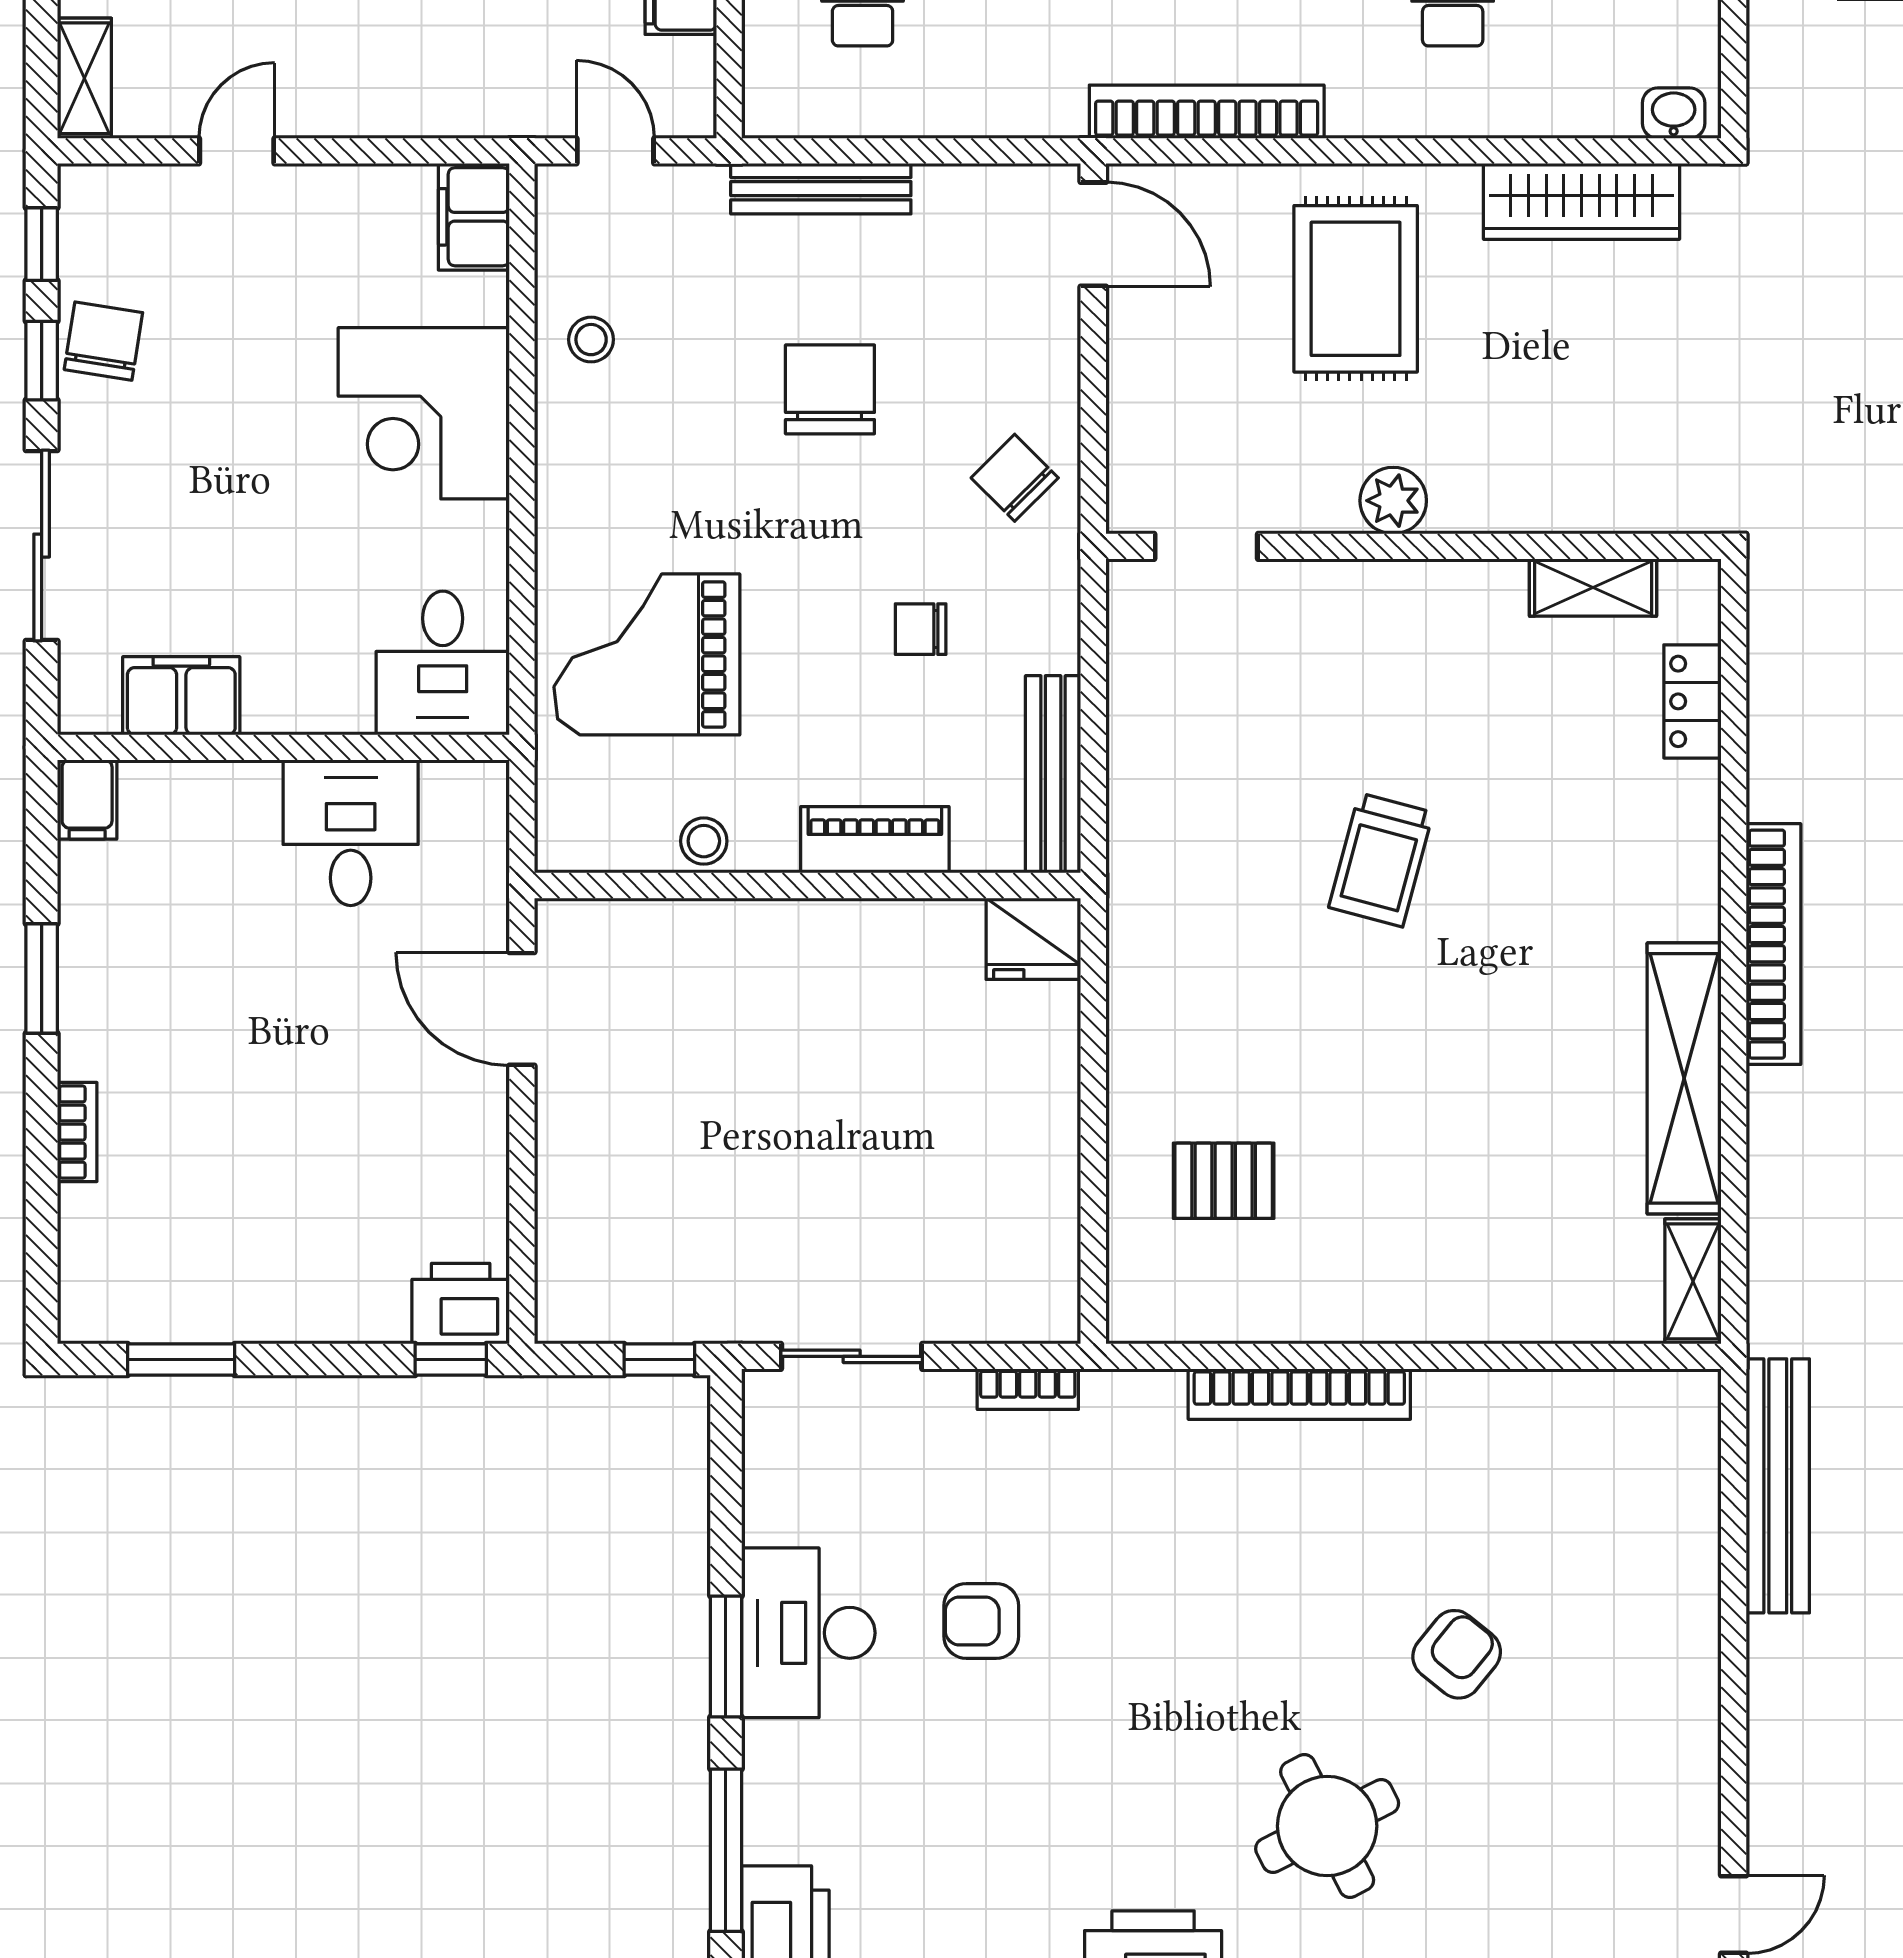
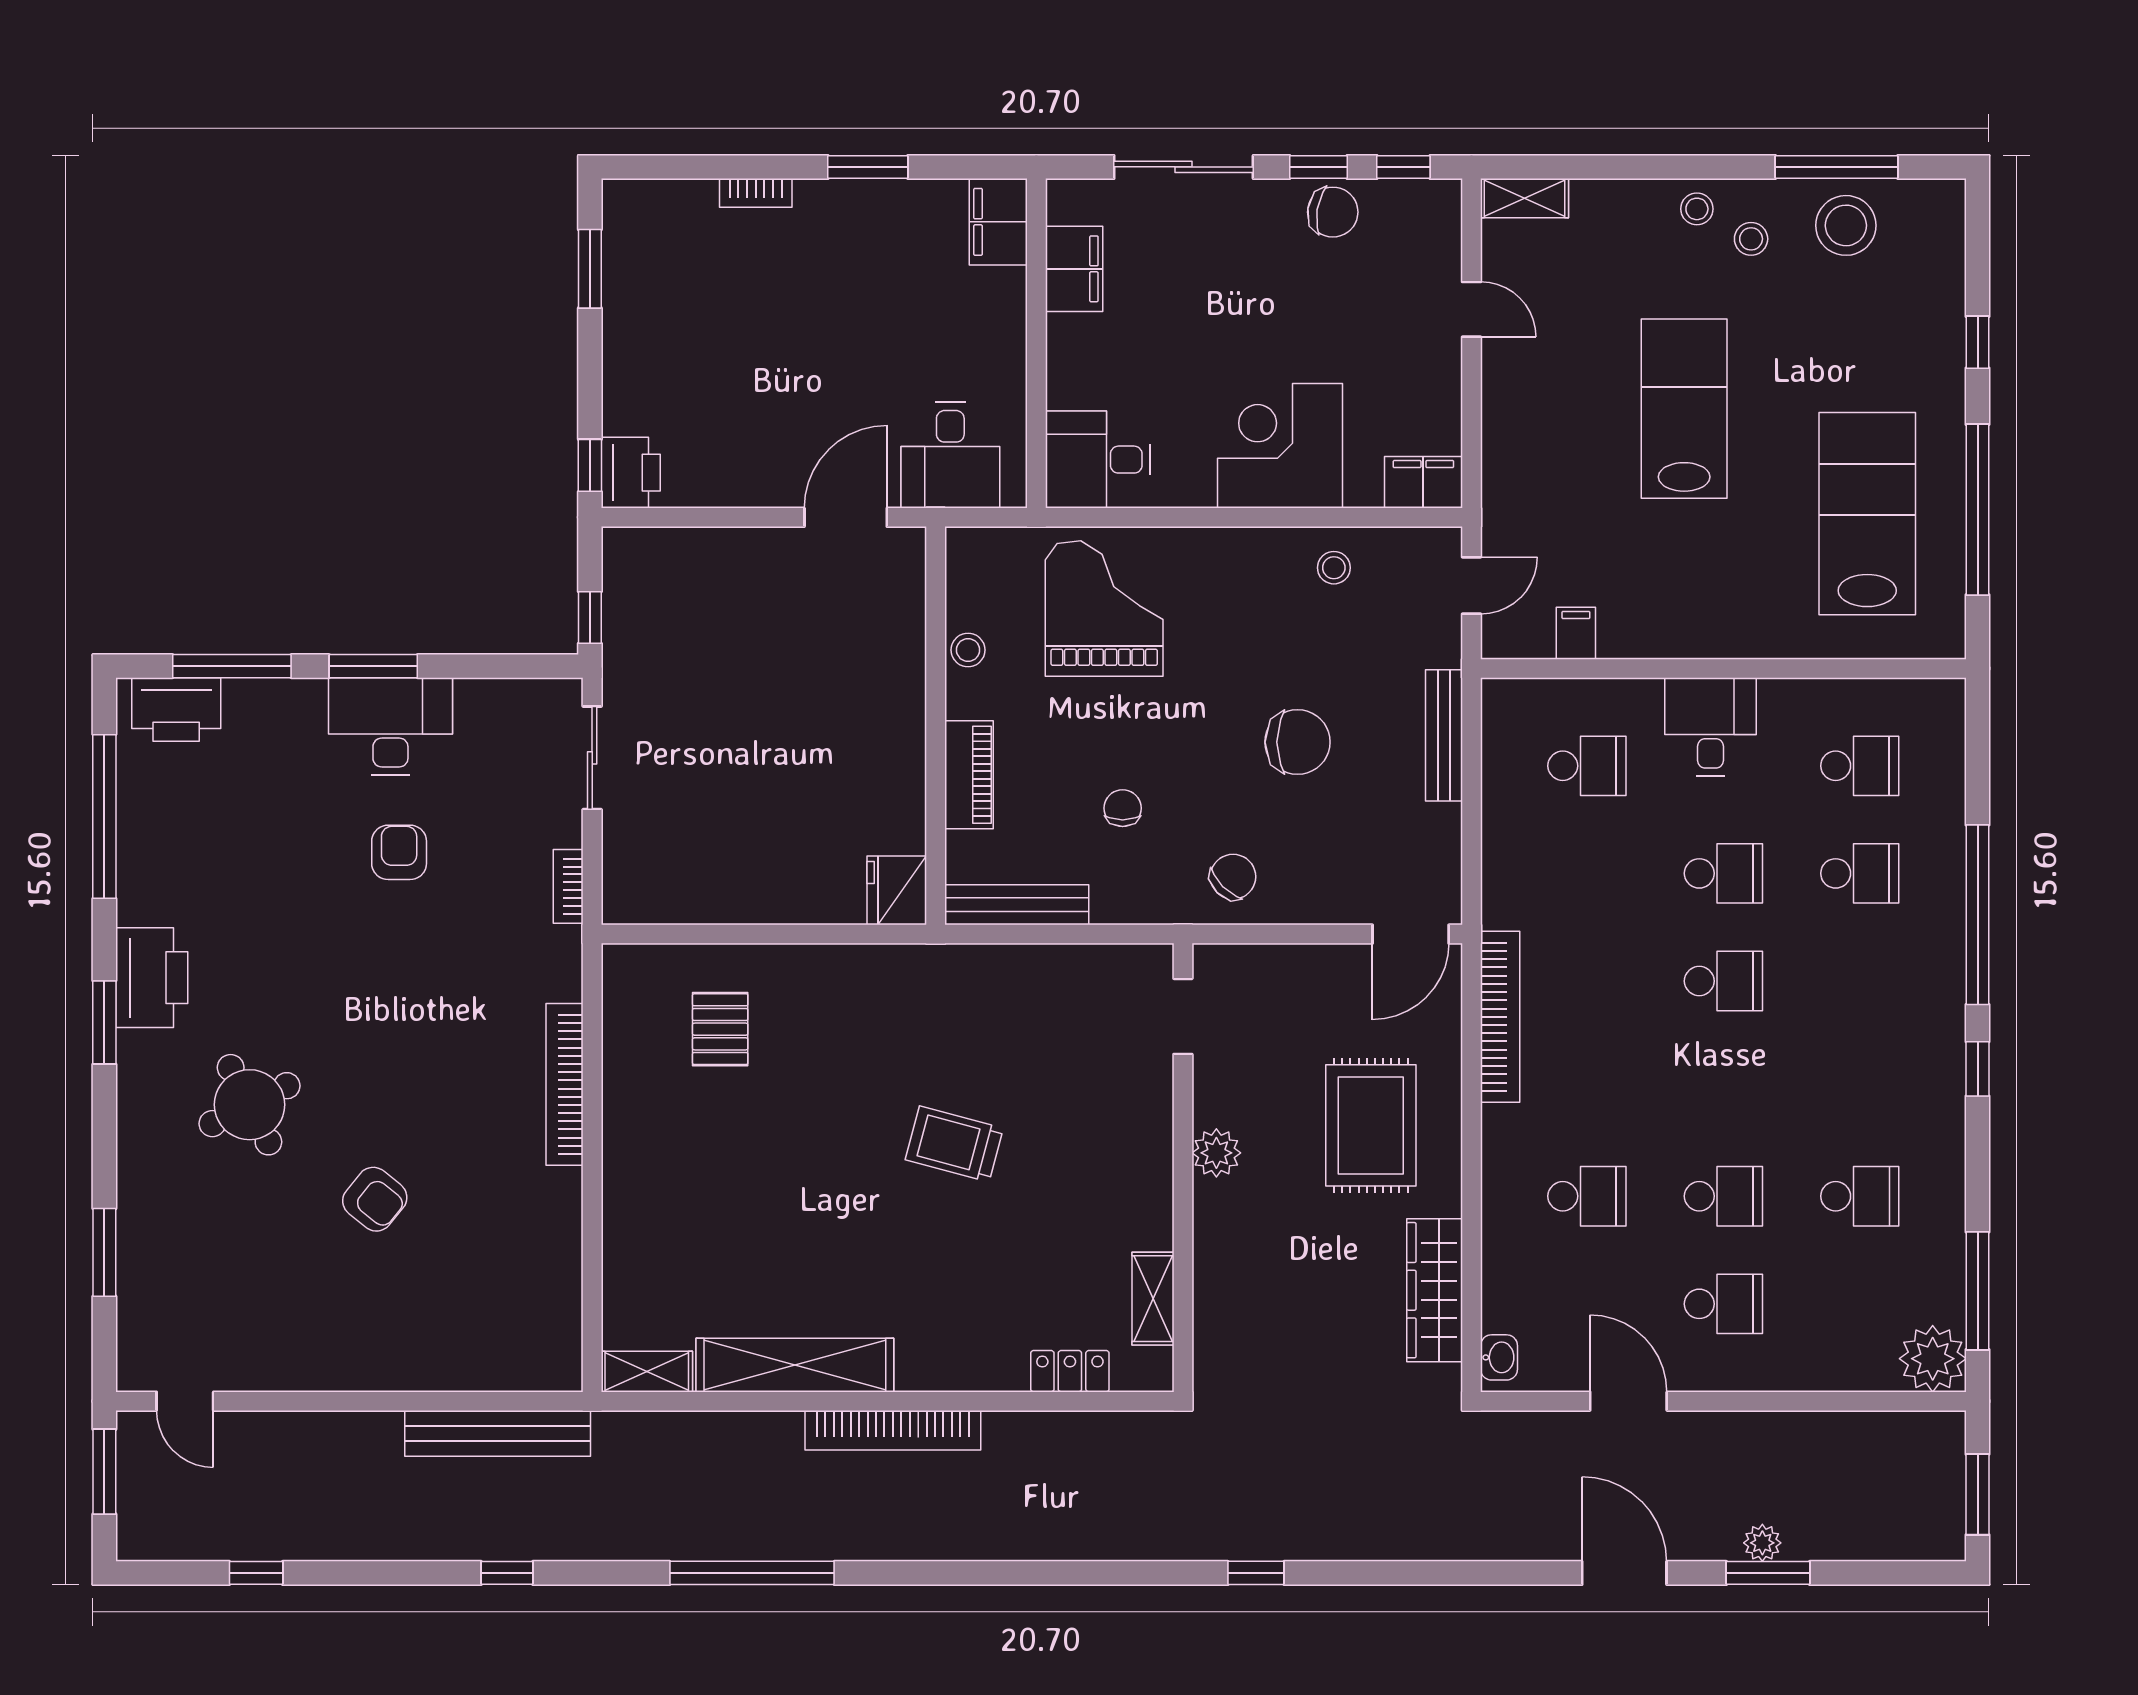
rug: (1356, 289) -> (1371, 1125), turned 90
filing cabinet: (87, 800) -> (998, 222), width x2.00
desk: (351, 833) -> (950, 455), moved, turned 90

